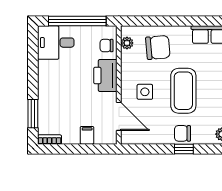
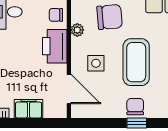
plant: (127, 43) -> (77, 30), moved
chair: (182, 133) -> (135, 107), turned 90
filing cabinet: (87, 135) -> (29, 109), width x2.00

